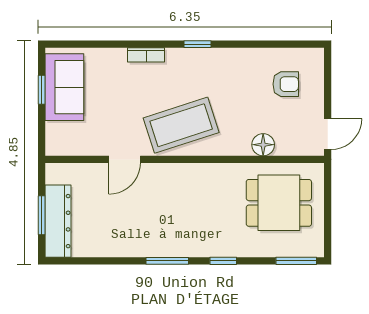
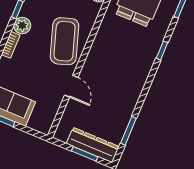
plant: (178, 60) -> (22, 26), added
window: (167, 261) -> (128, 131), moved

